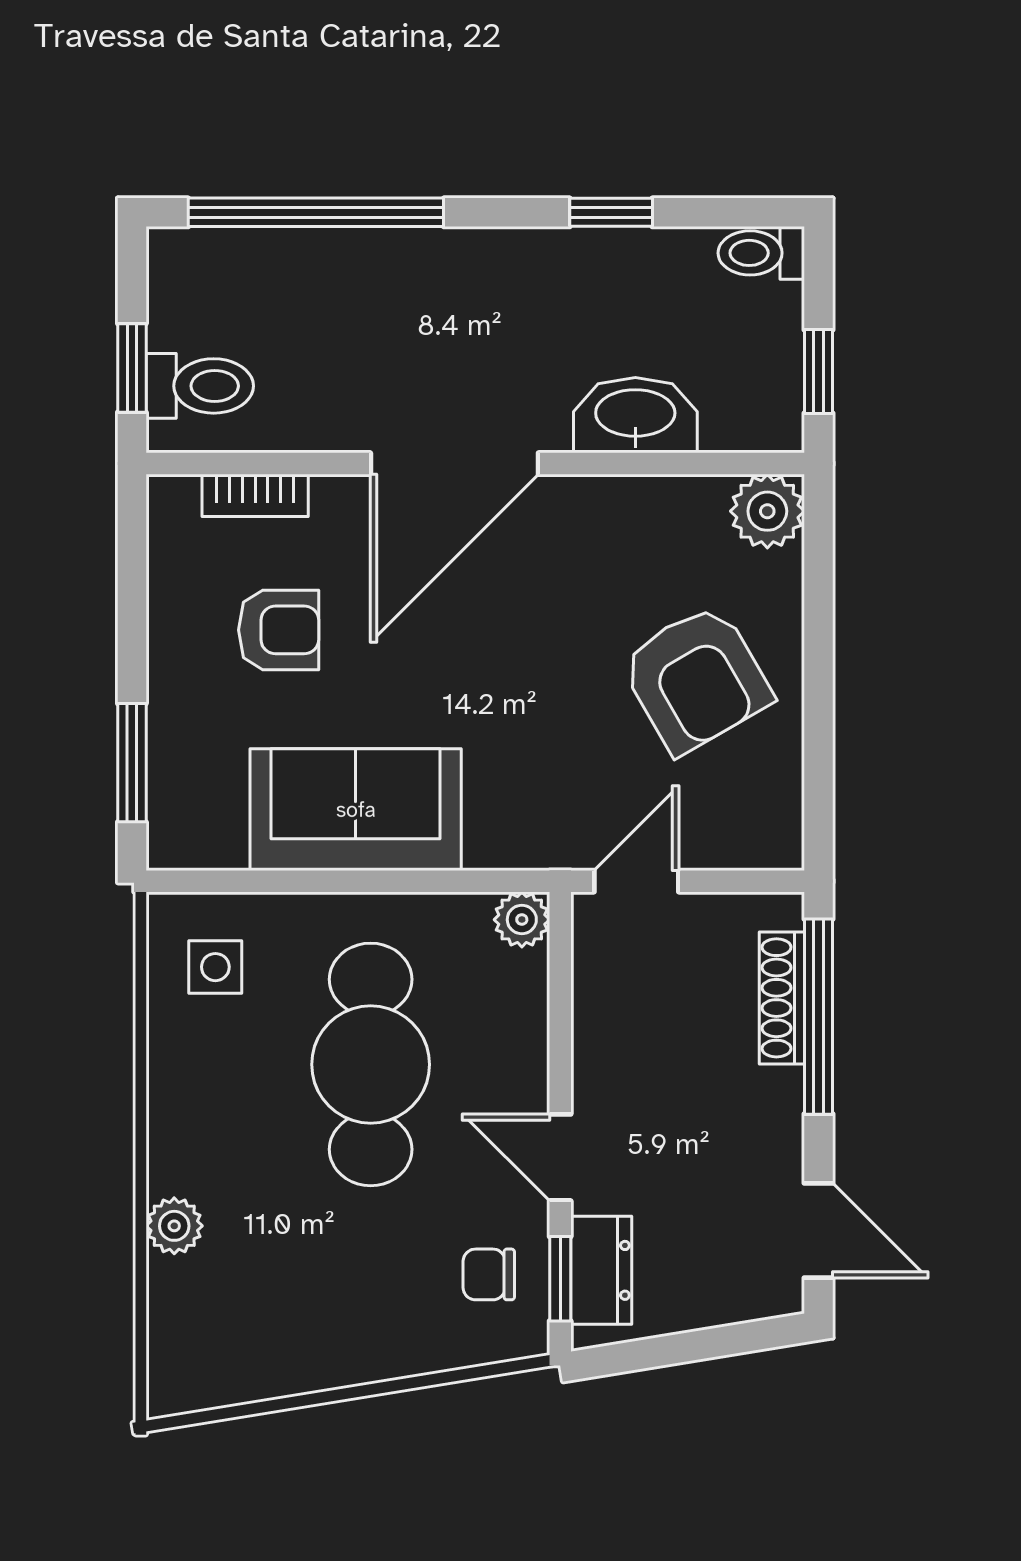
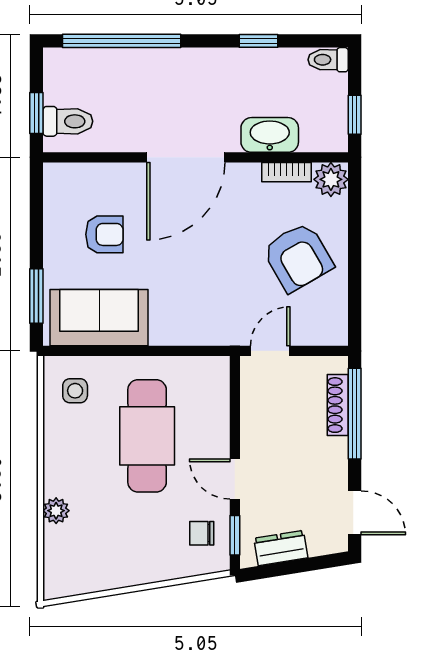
bookcase: (255, 495) -> (287, 172), moved
sofa: (356, 810) -> (99, 318), moved
plant: (522, 920) -> (217, 369), removed
dresser: (601, 1270) -> (281, 548), moved, turned -99

